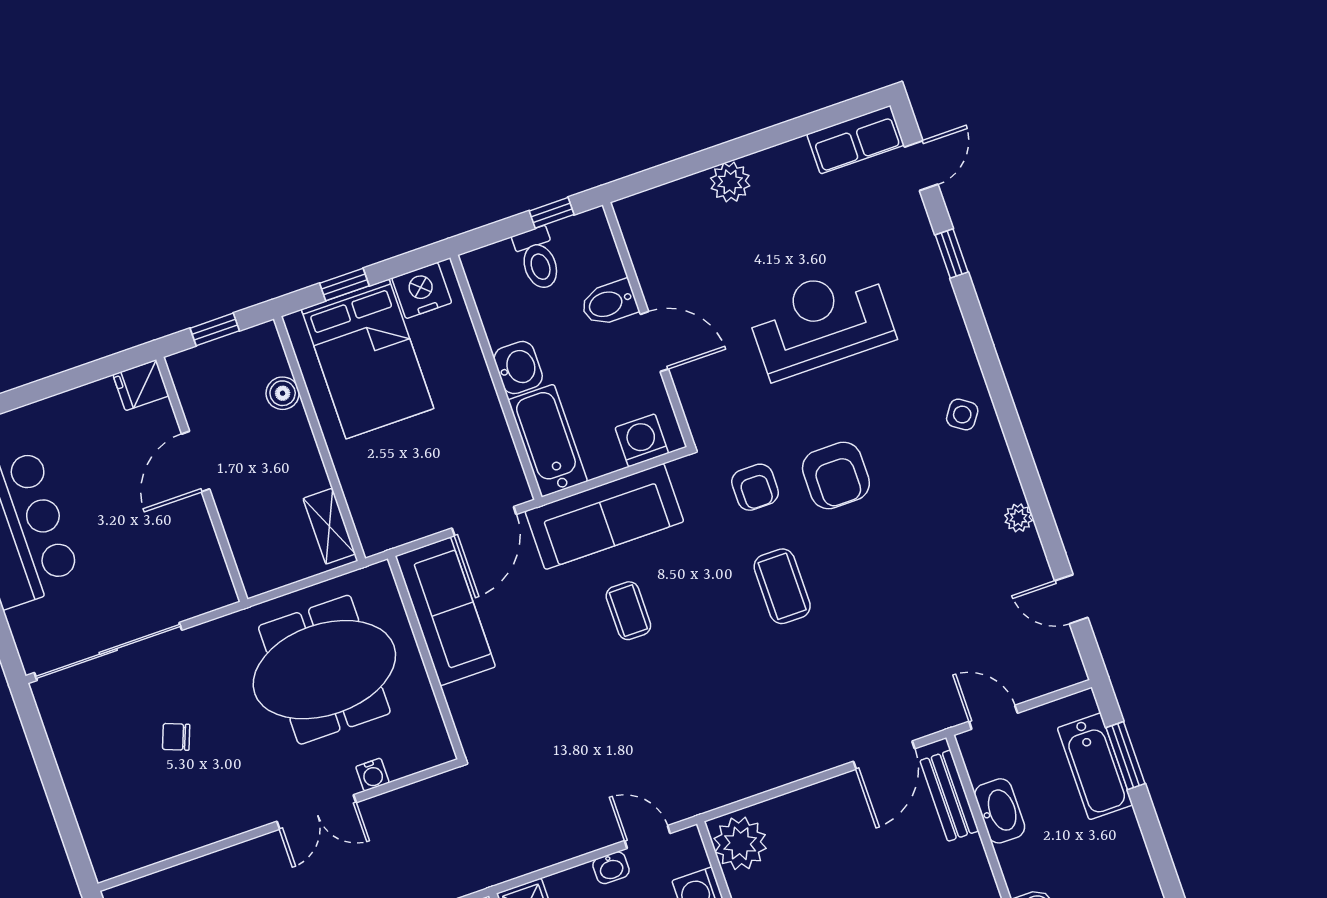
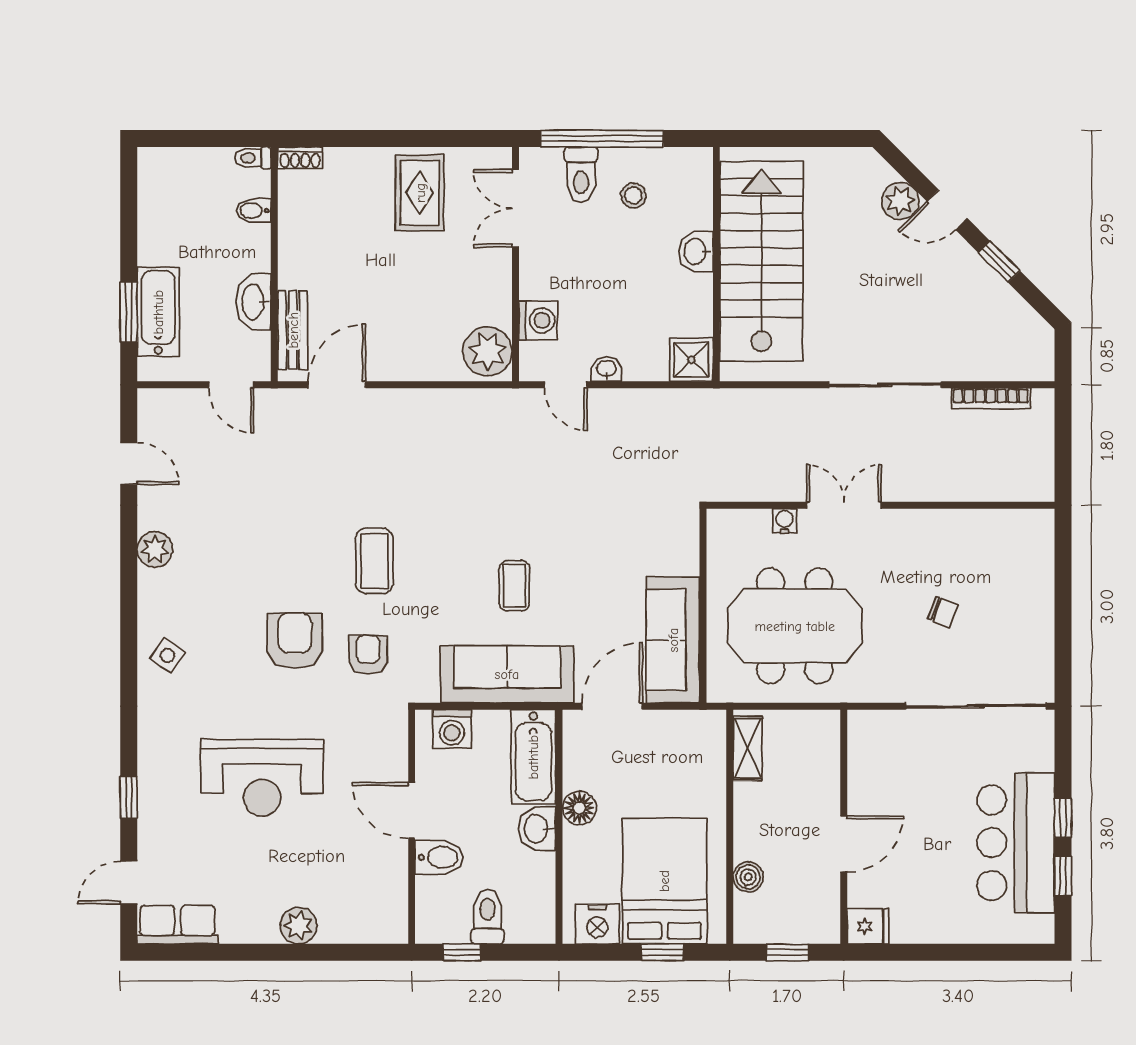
floor lamp: (482, 404) -> (579, 808), added
plant: (1018, 518) -> (155, 549), width x1.38, depth x1.38

